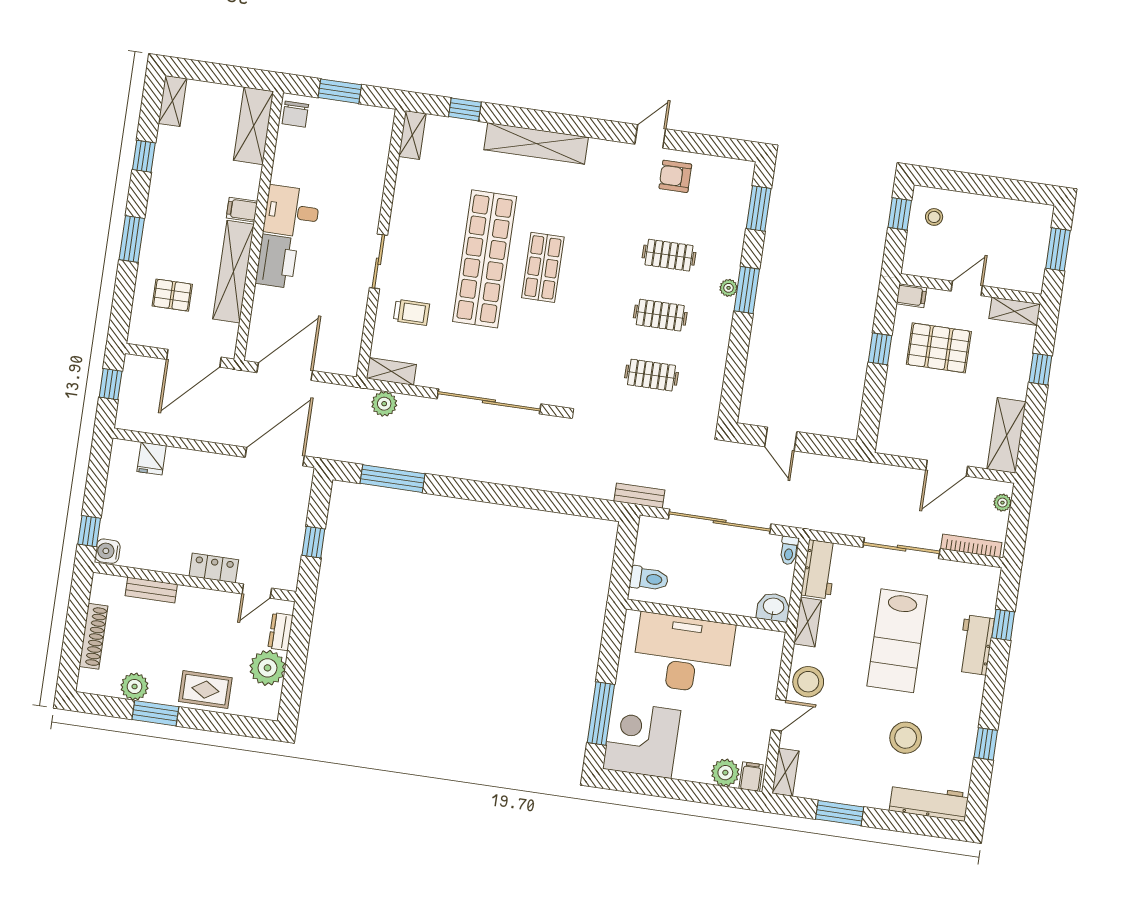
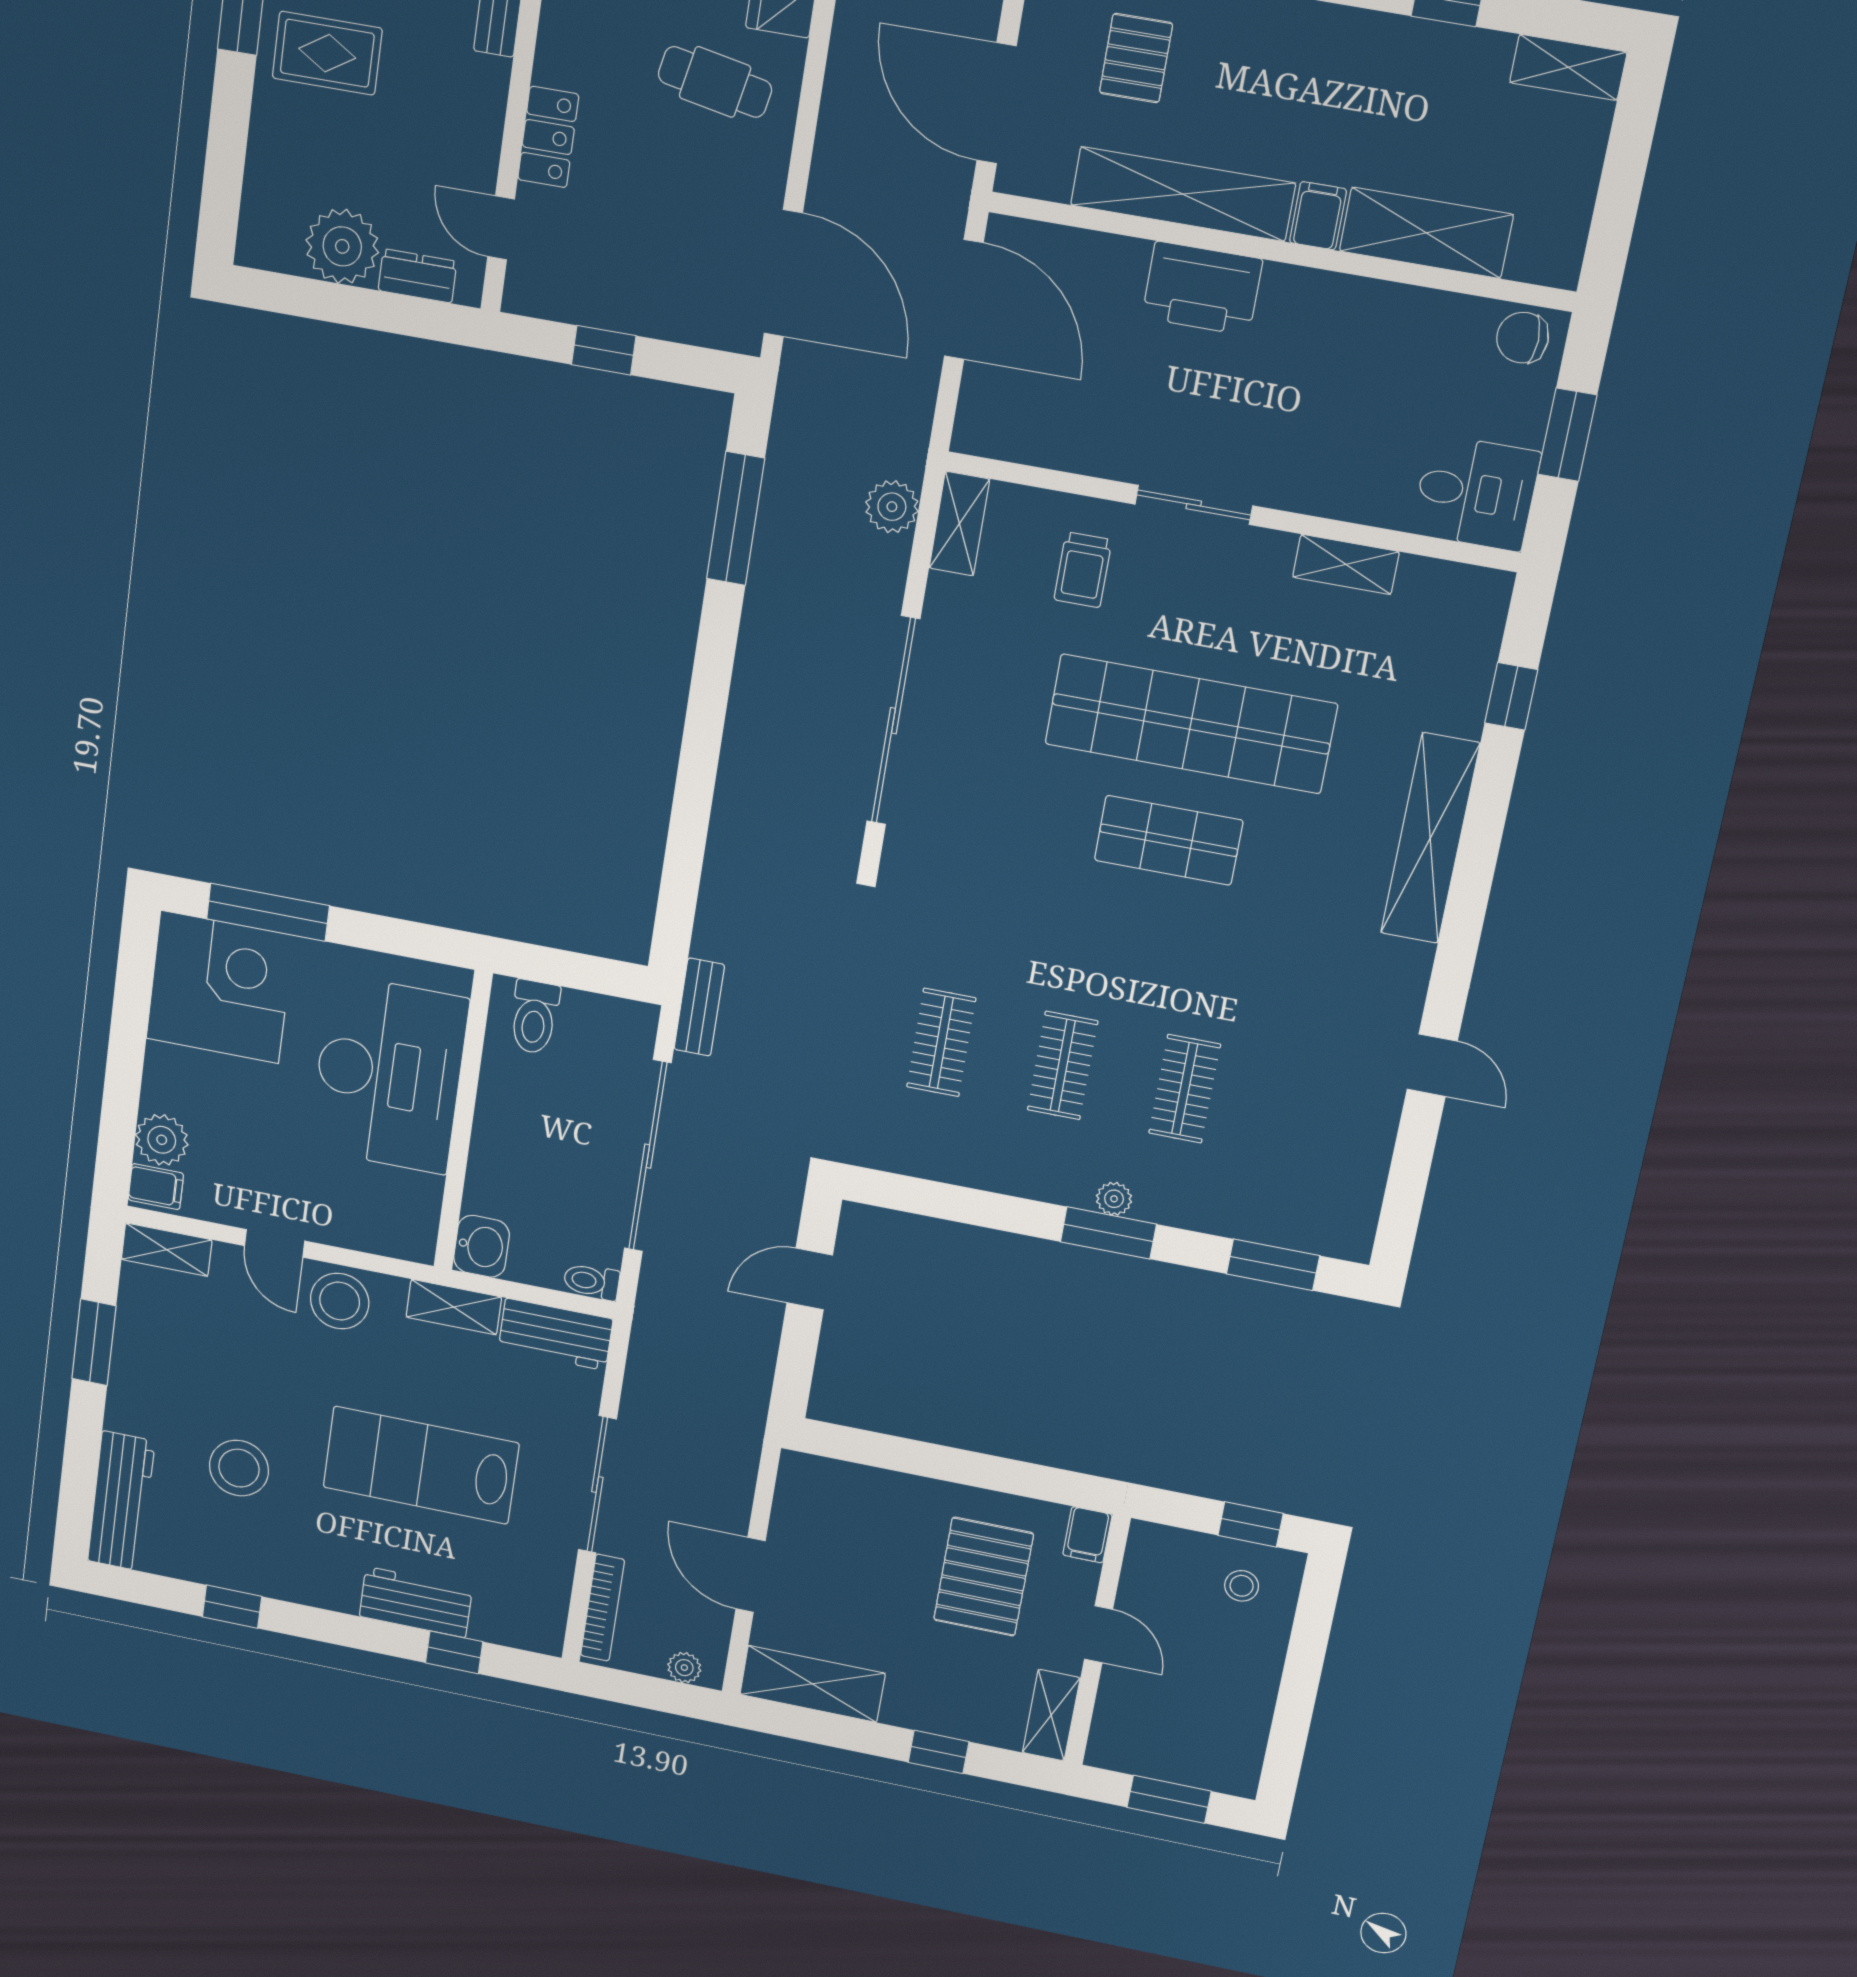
shelving: (253, 126) -> (1426, 233), moved
shelving: (412, 135) -> (1346, 564), moved
armchair: (675, 176) -> (1347, 1109), removed
desk: (292, 212) -> (1476, 493), moved, turned 90
window: (880, 349) -> (984, 1471), removed
cafe table: (187, 489) -> (715, 82), added
rug: (205, 690) -> (327, 53), moved, turned 90

